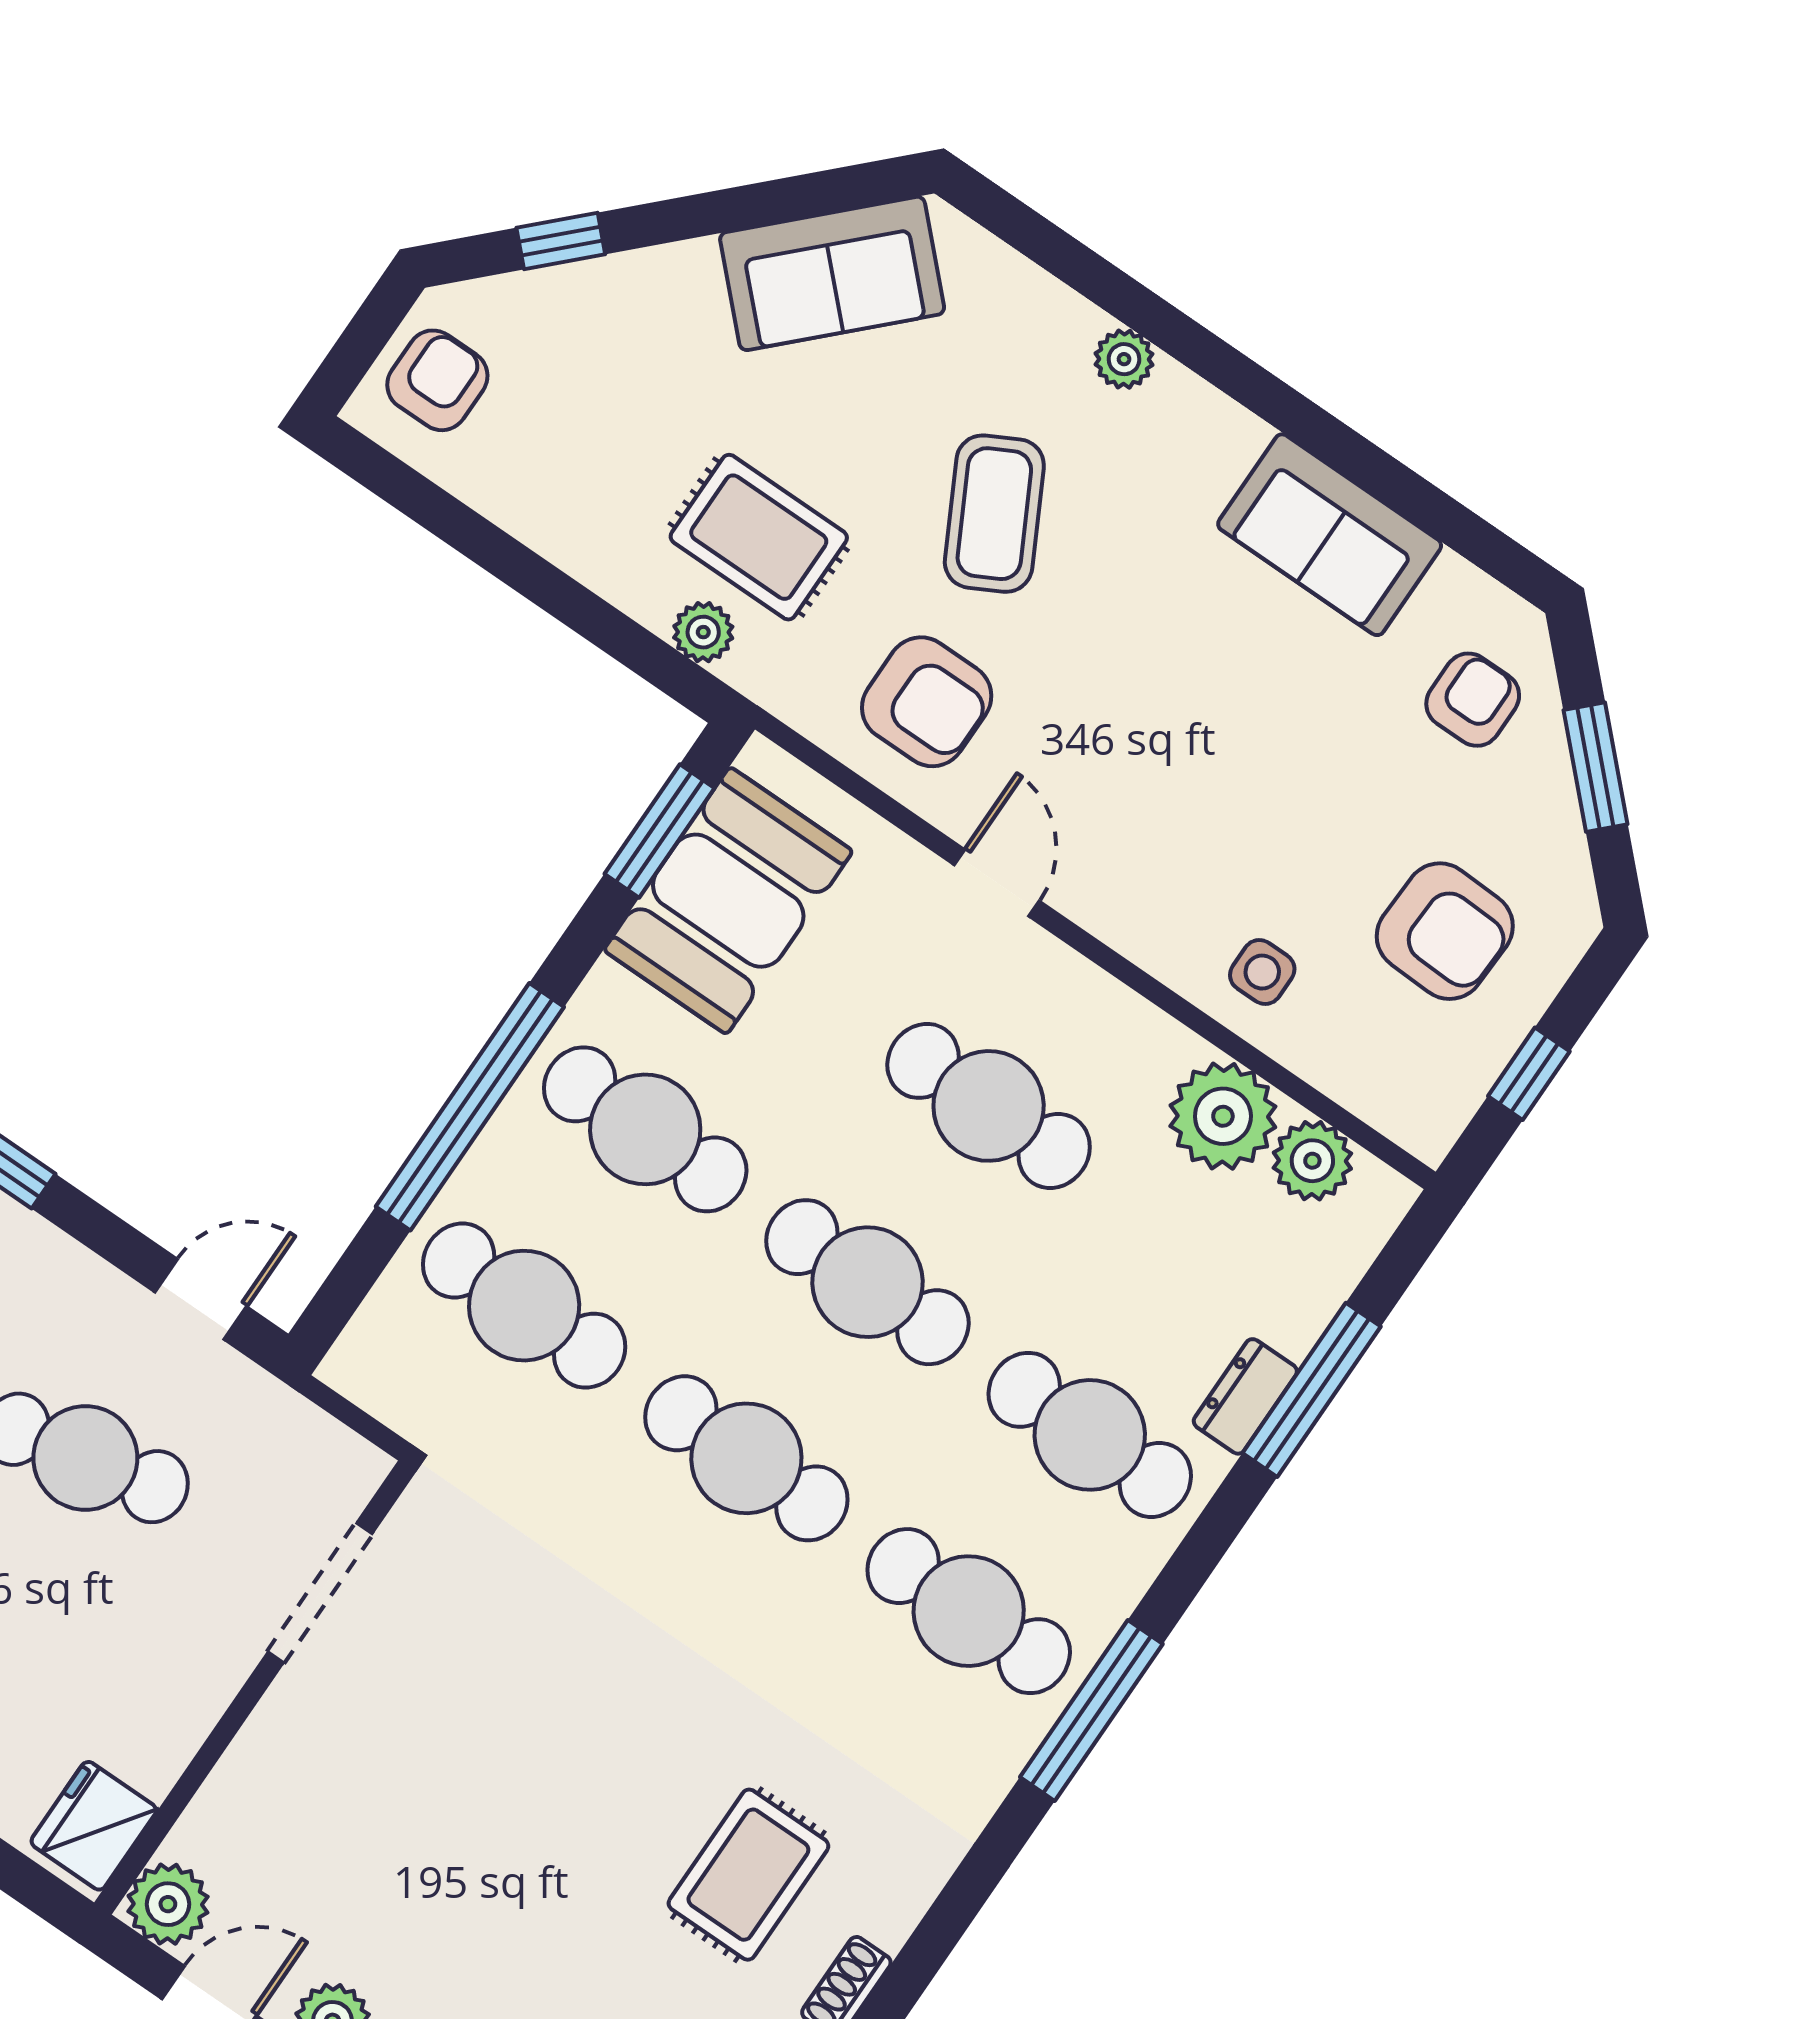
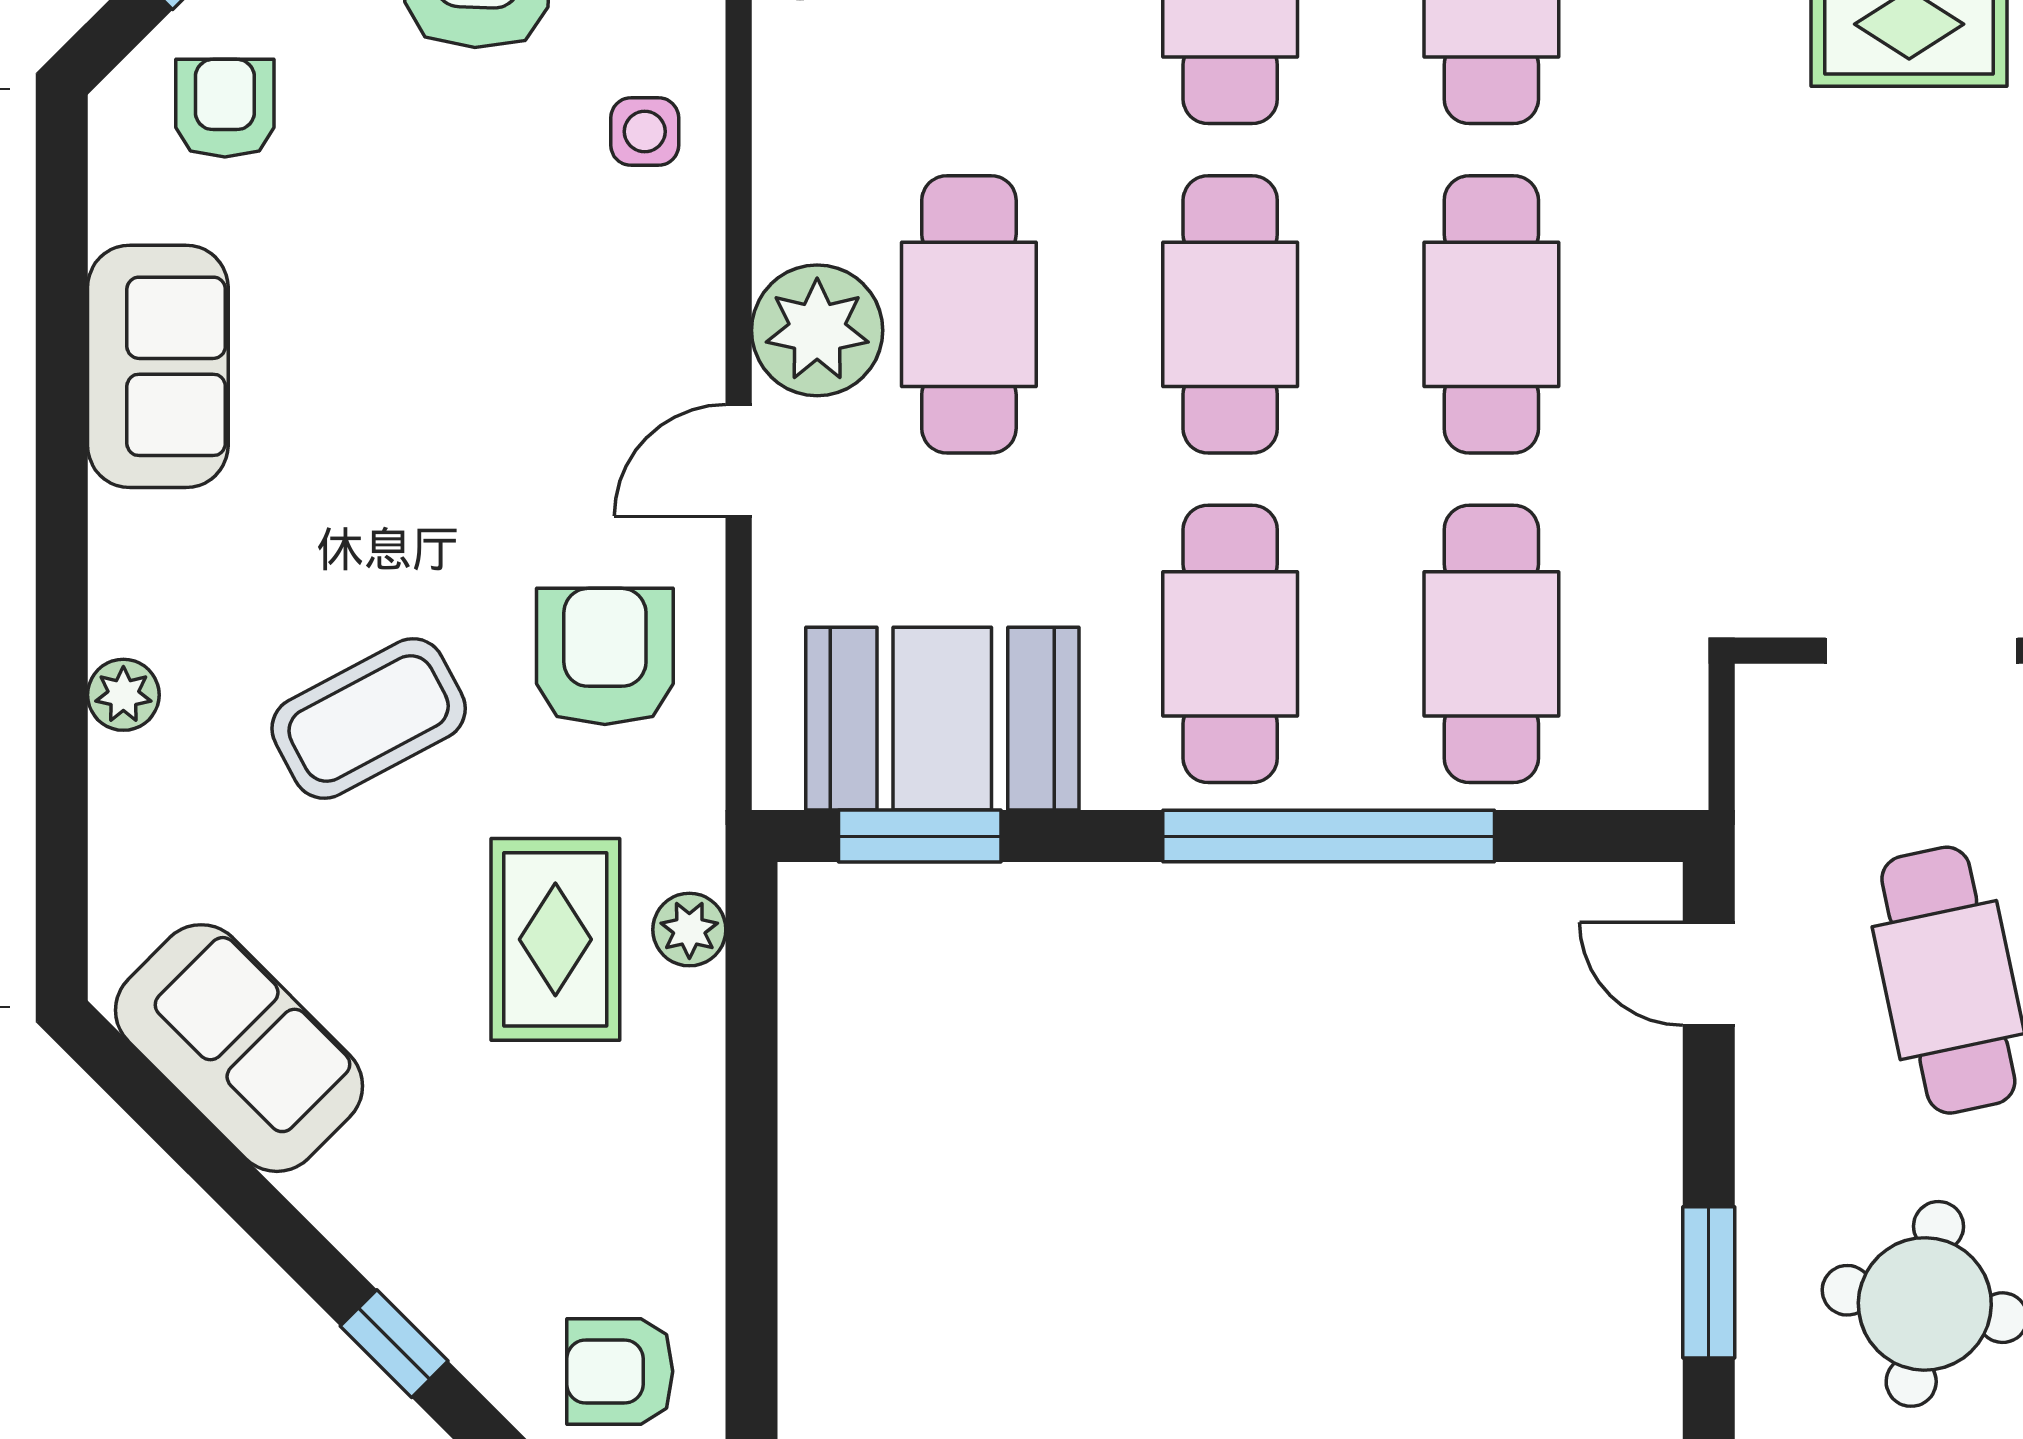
armchair: (1473, 700) -> (225, 108), turned 90
plant: (1223, 1116) -> (817, 330), moved

